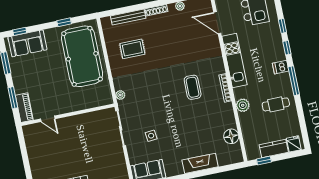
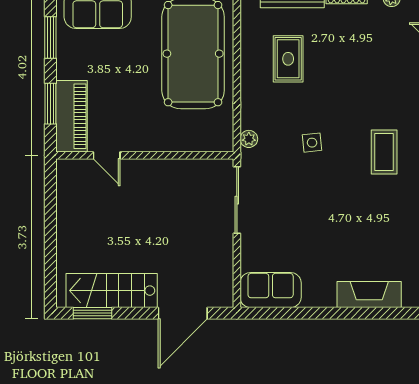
rug: (132, 49) -> (288, 59), turned 90
piano: (24, 108) -> (72, 116), width x1.37, depth x1.33
side table: (151, 136) -> (312, 143), moved

